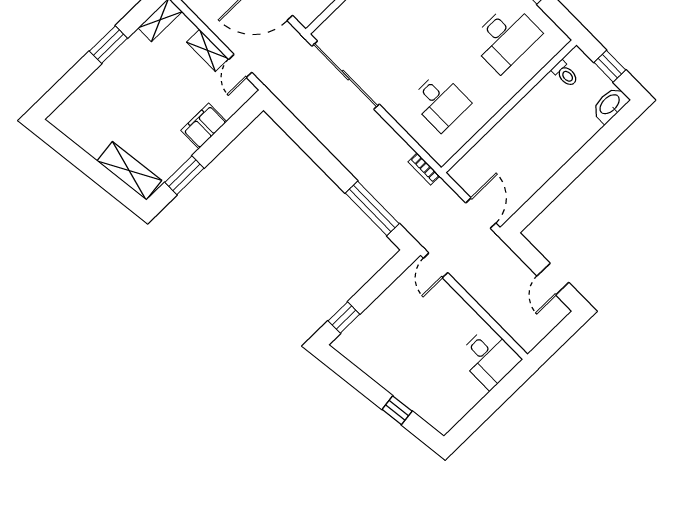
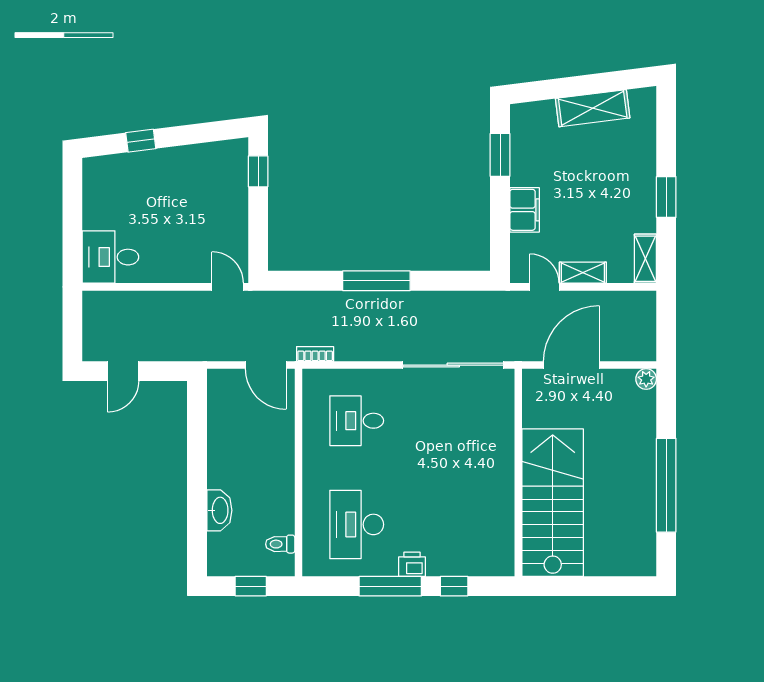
washbasin: (610, 105) -> (219, 510), moved
shelving: (129, 171) -> (593, 108), moved
window: (372, 208) -> (376, 281), moved
door: (481, 213) -> (266, 365), moved
door: (553, 279) -> (123, 371), swing flipped

